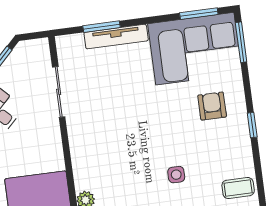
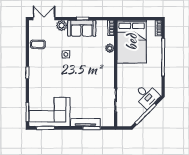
armchair: (212, 106) -> (45, 84), removed

